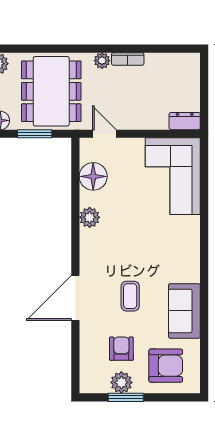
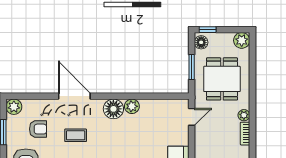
dining table: (51, 91) -> (222, 79), width x0.73
floor lamp: (93, 176) -> (113, 109), moved
plant: (121, 382) -> (14, 107), moved

